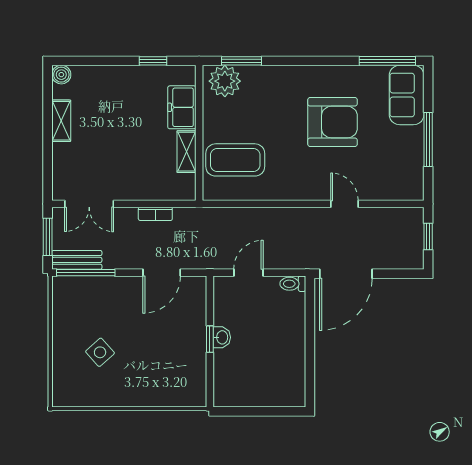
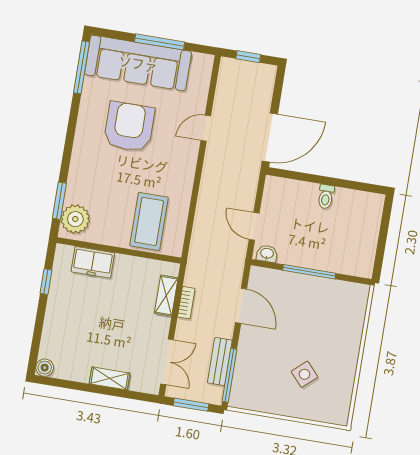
sofa: (407, 95) -> (138, 63), width x1.85, depth x1.27
shelving: (61, 121) -> (110, 378), moved
shelving: (187, 152) -> (166, 296), moved, turned 90
bench: (77, 260) -> (220, 362), moved
door: (346, 274) -> (270, 138), hinge flipped
toilet: (293, 284) -> (326, 197), moved
washbasin: (222, 337) -> (267, 254), moved
window: (210, 339) -> (309, 272), width x2.17

